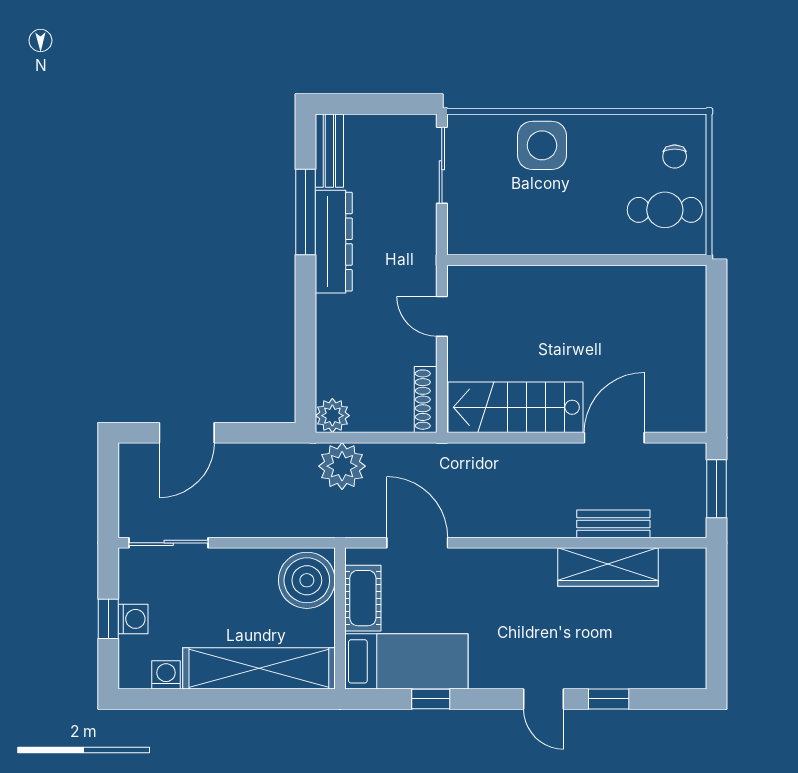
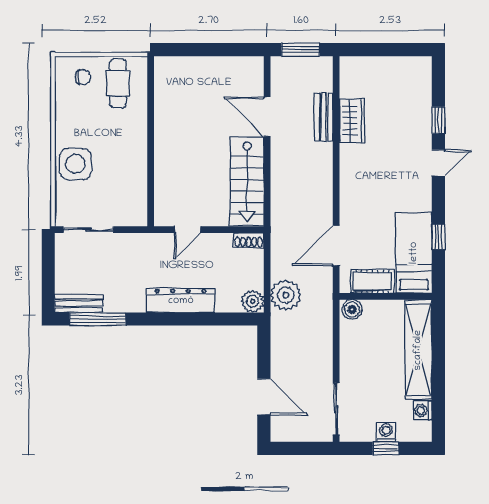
window: (305, 212) -> (98, 319), moved
dresser: (334, 242) -> (181, 301), moved
shoe rack: (426, 400) -> (249, 240), width x0.70
wardrobe: (608, 567) -> (352, 121), width x0.67
boiler: (307, 580) -> (352, 310), width x0.54, depth x0.54

